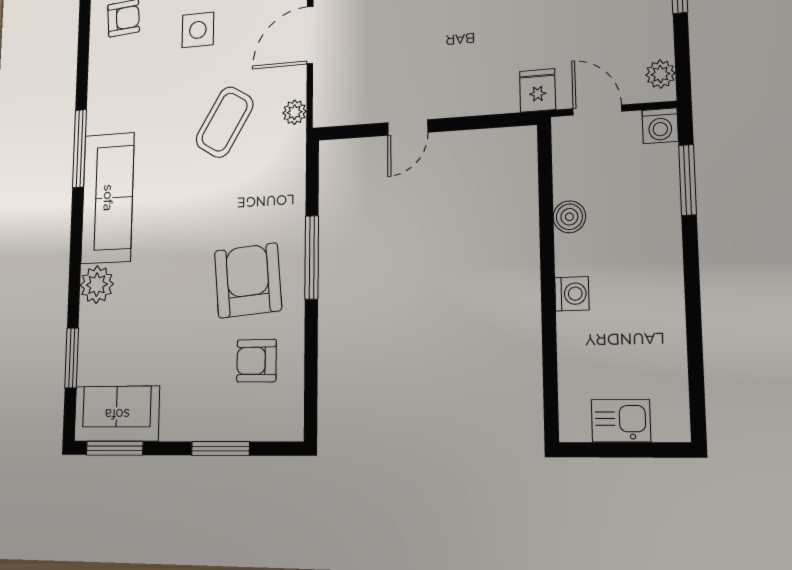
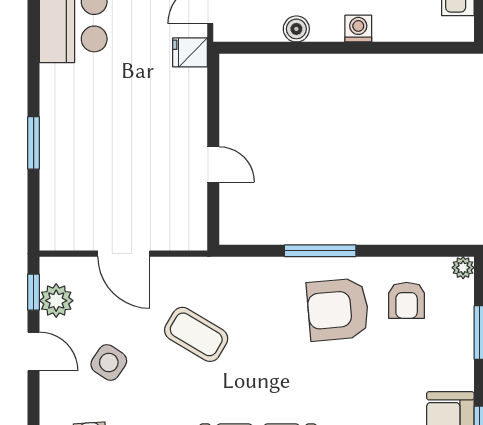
side table: (198, 30) -> (109, 362), turned 34
plant: (295, 112) -> (463, 268), moved

